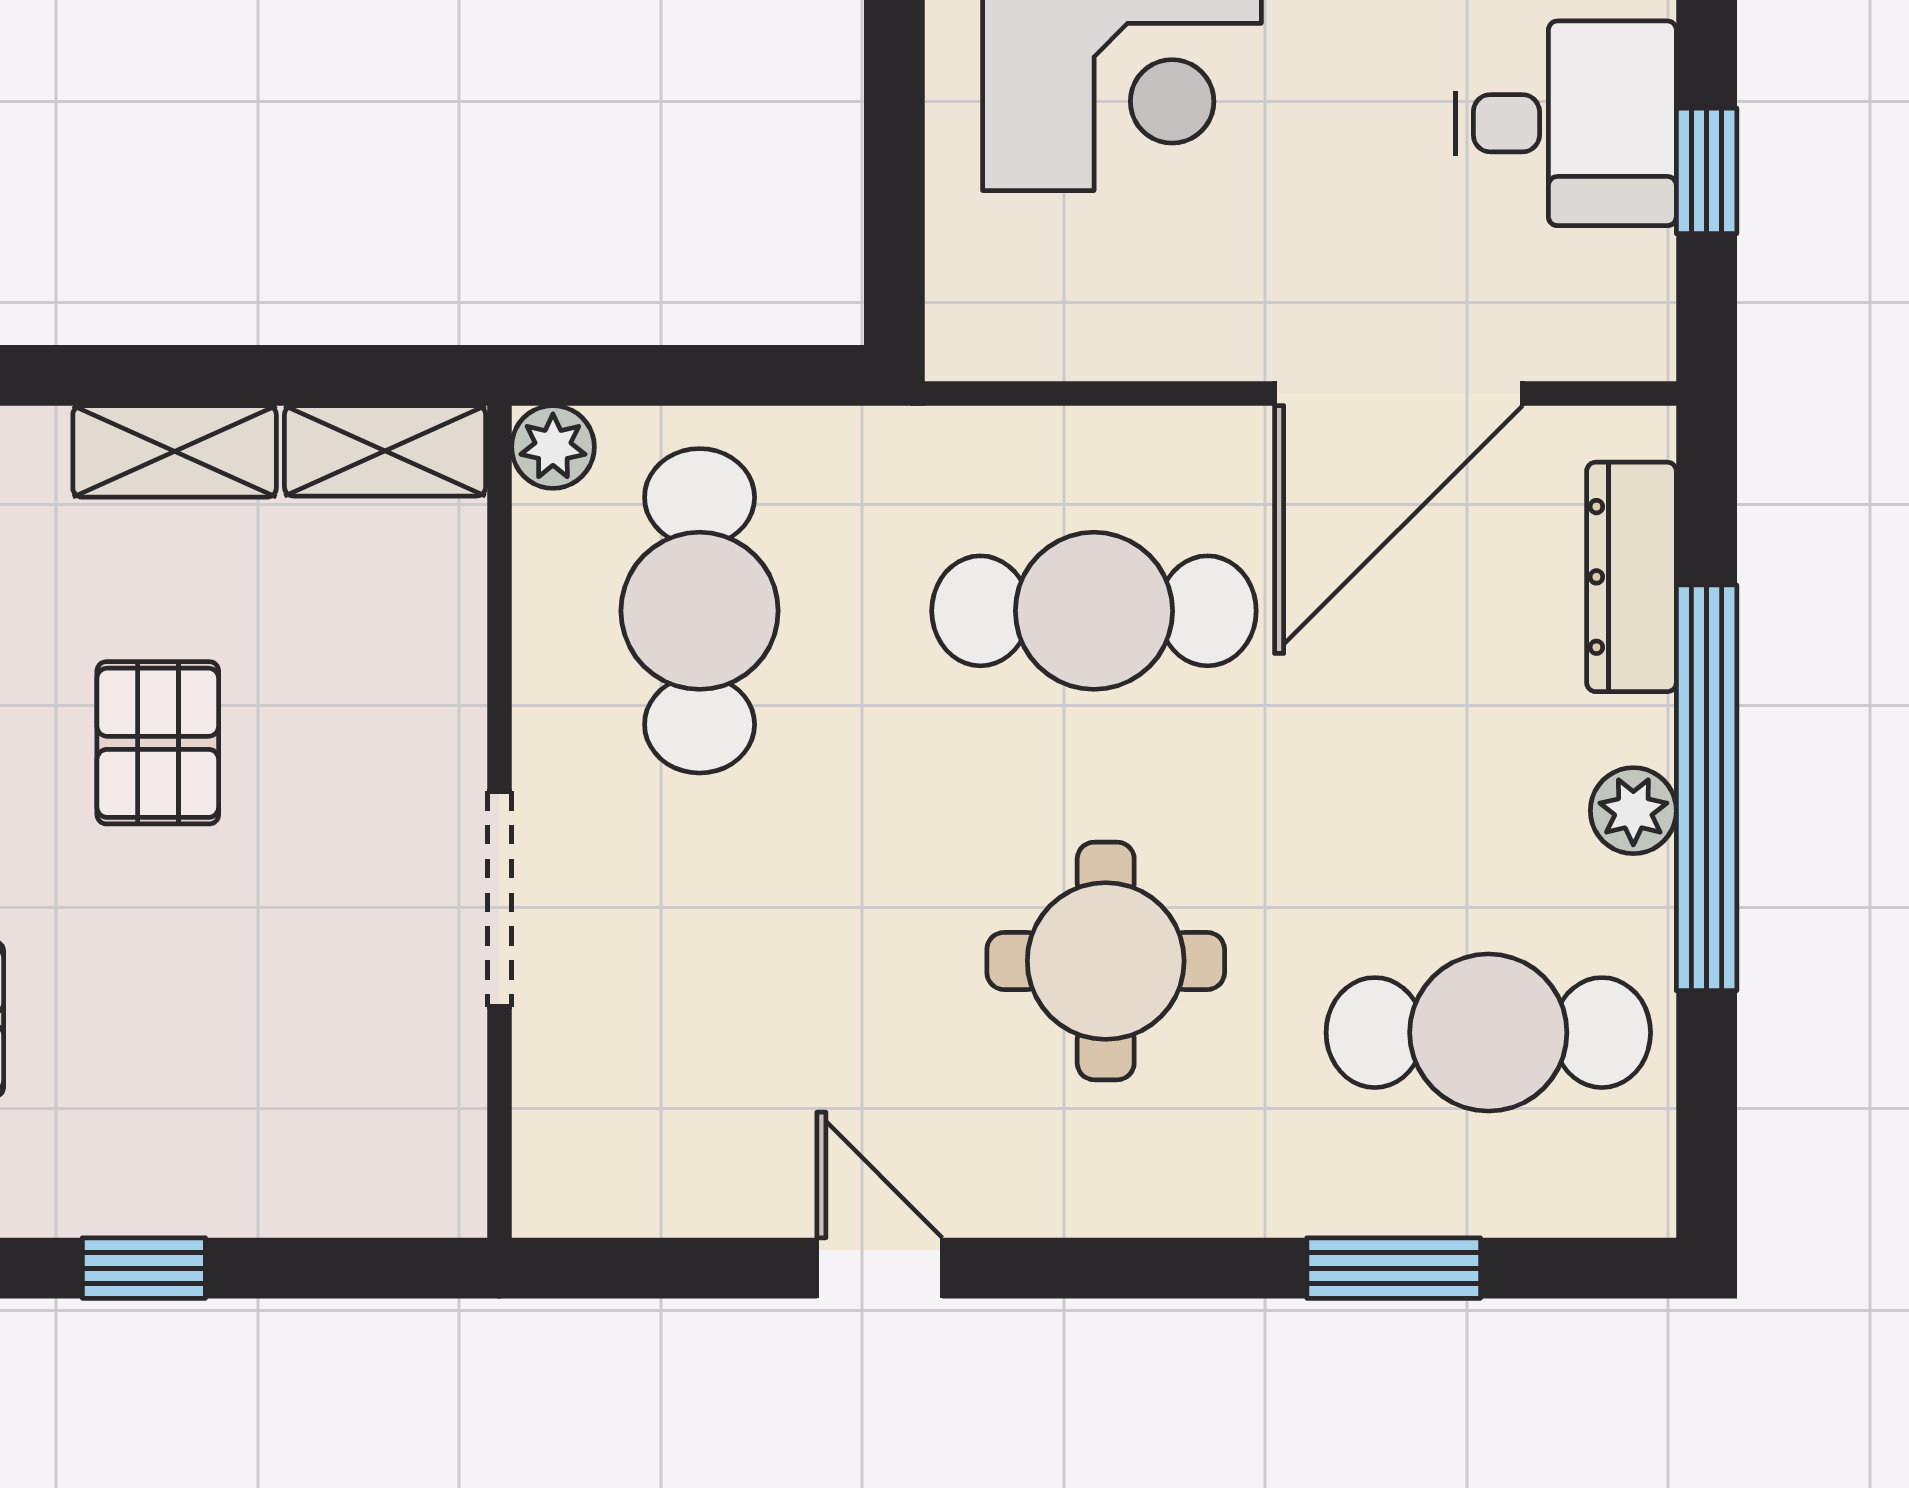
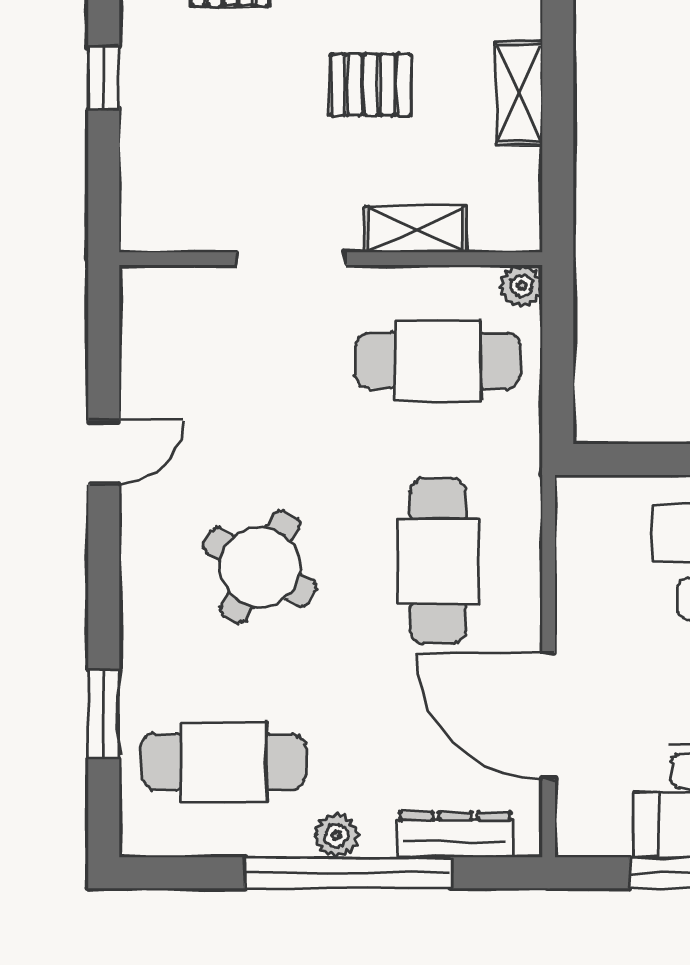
shelving: (385, 451) -> (415, 229), moved, turned 90
round table: (1106, 961) -> (260, 567), turned 30
cafe table: (1488, 1033) -> (223, 762), turned 90

